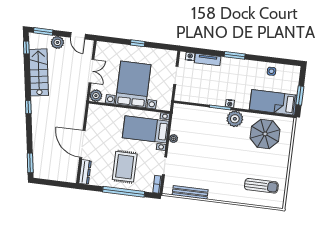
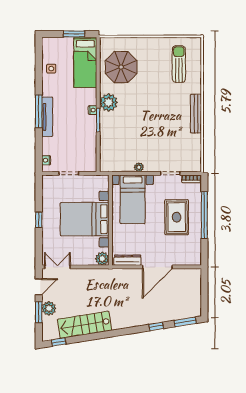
window: (43, 31) -> (39, 312), moved
window: (235, 55) -> (39, 111), width x1.44
tv unit: (208, 60) -> (47, 117), moved, width x1.41
double door: (91, 71) -> (57, 267), moved
window: (28, 107) -> (156, 326), moved
rug: (125, 167) -> (177, 217), turned 90
dresser: (85, 172) -> (127, 260), moved
bench: (190, 192) -> (196, 114), moved

